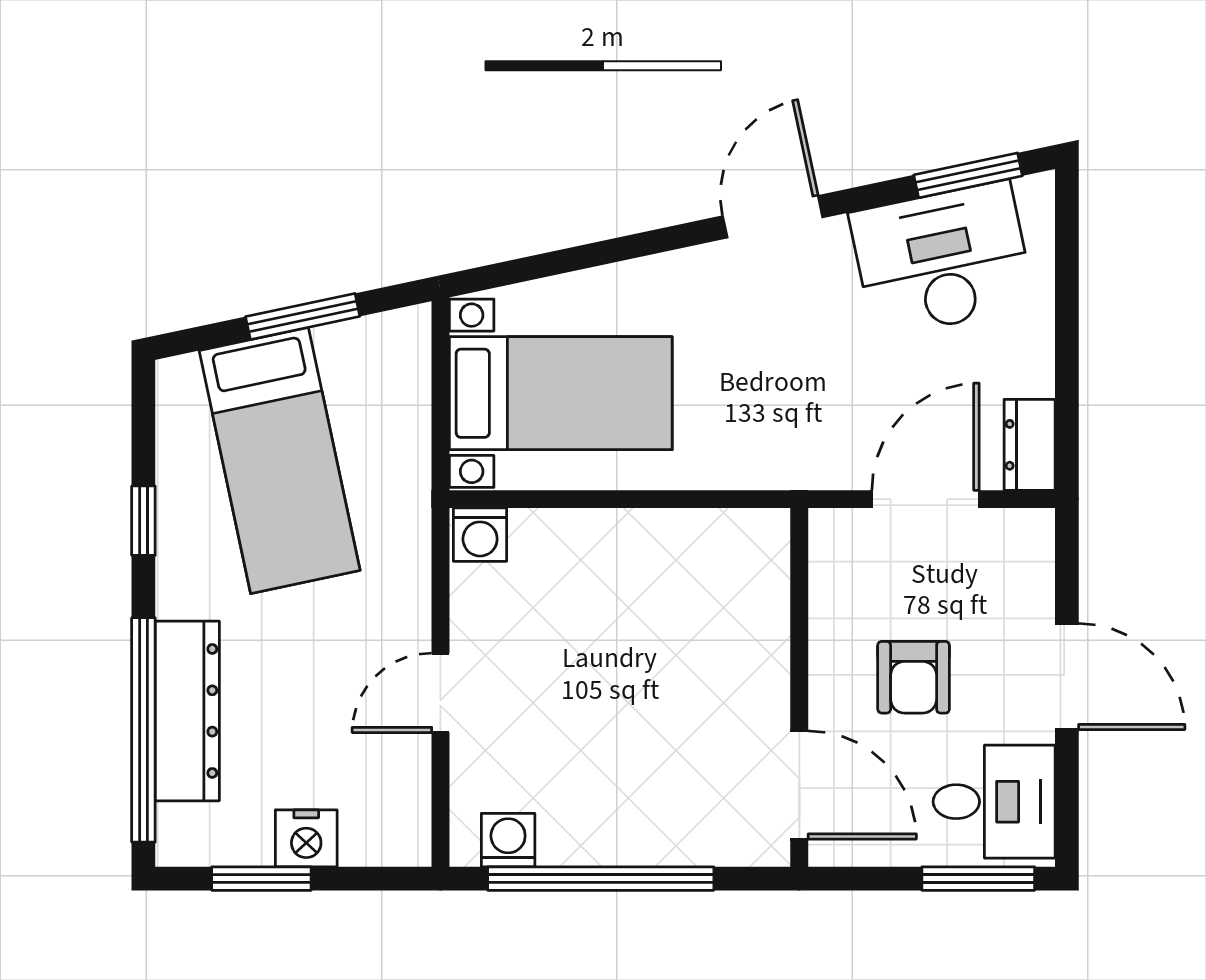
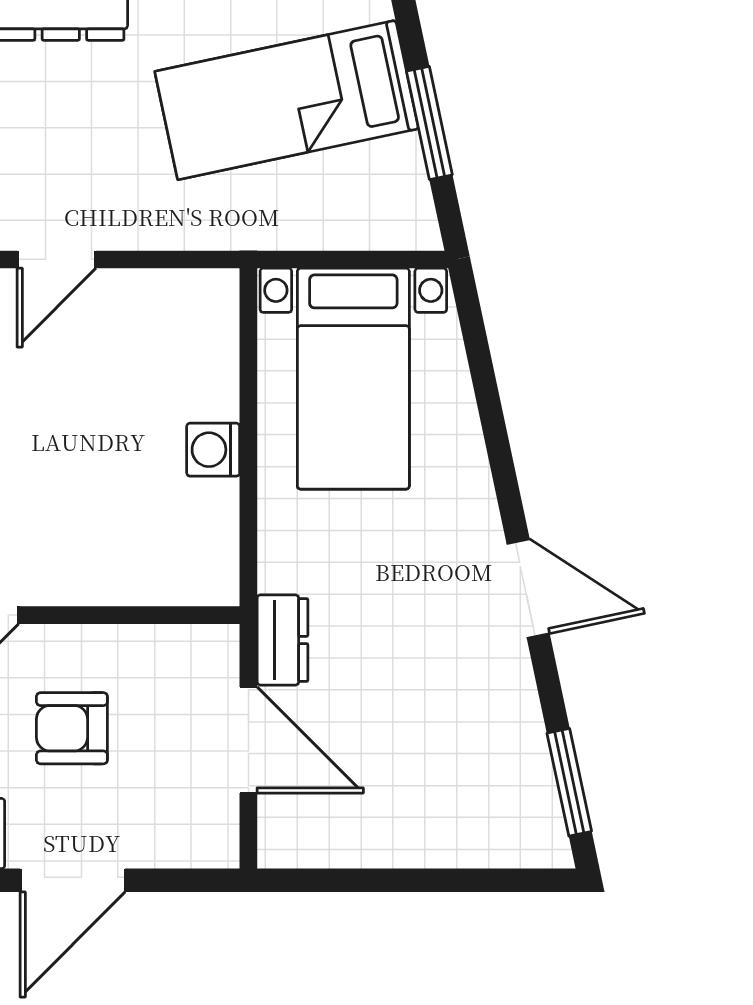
desk: (942, 259) -> (486, 756), removed
dresser: (1030, 445) -> (282, 640), moved, turned 90
washing machine: (480, 535) -> (213, 450), moved
door: (440, 693) -> (56, 259), swing flipped

